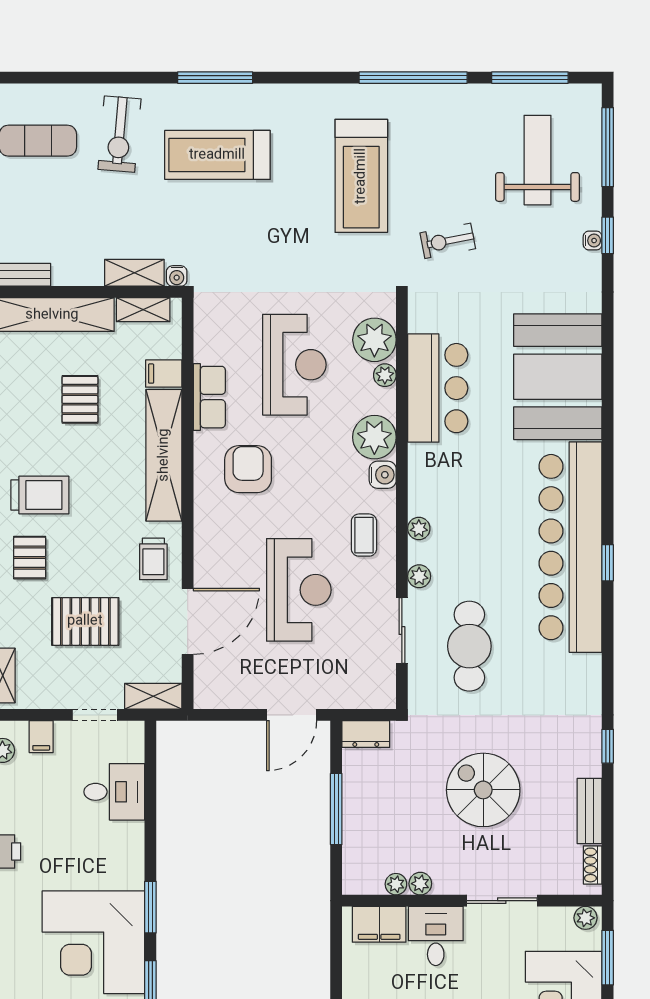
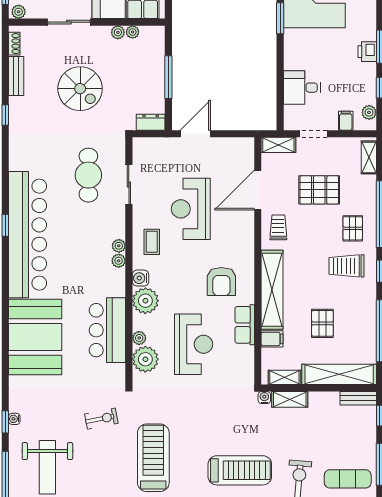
reception desk: (294, 365) -> (194, 344), turned 180
plant: (419, 576) -> (119, 261), moved

